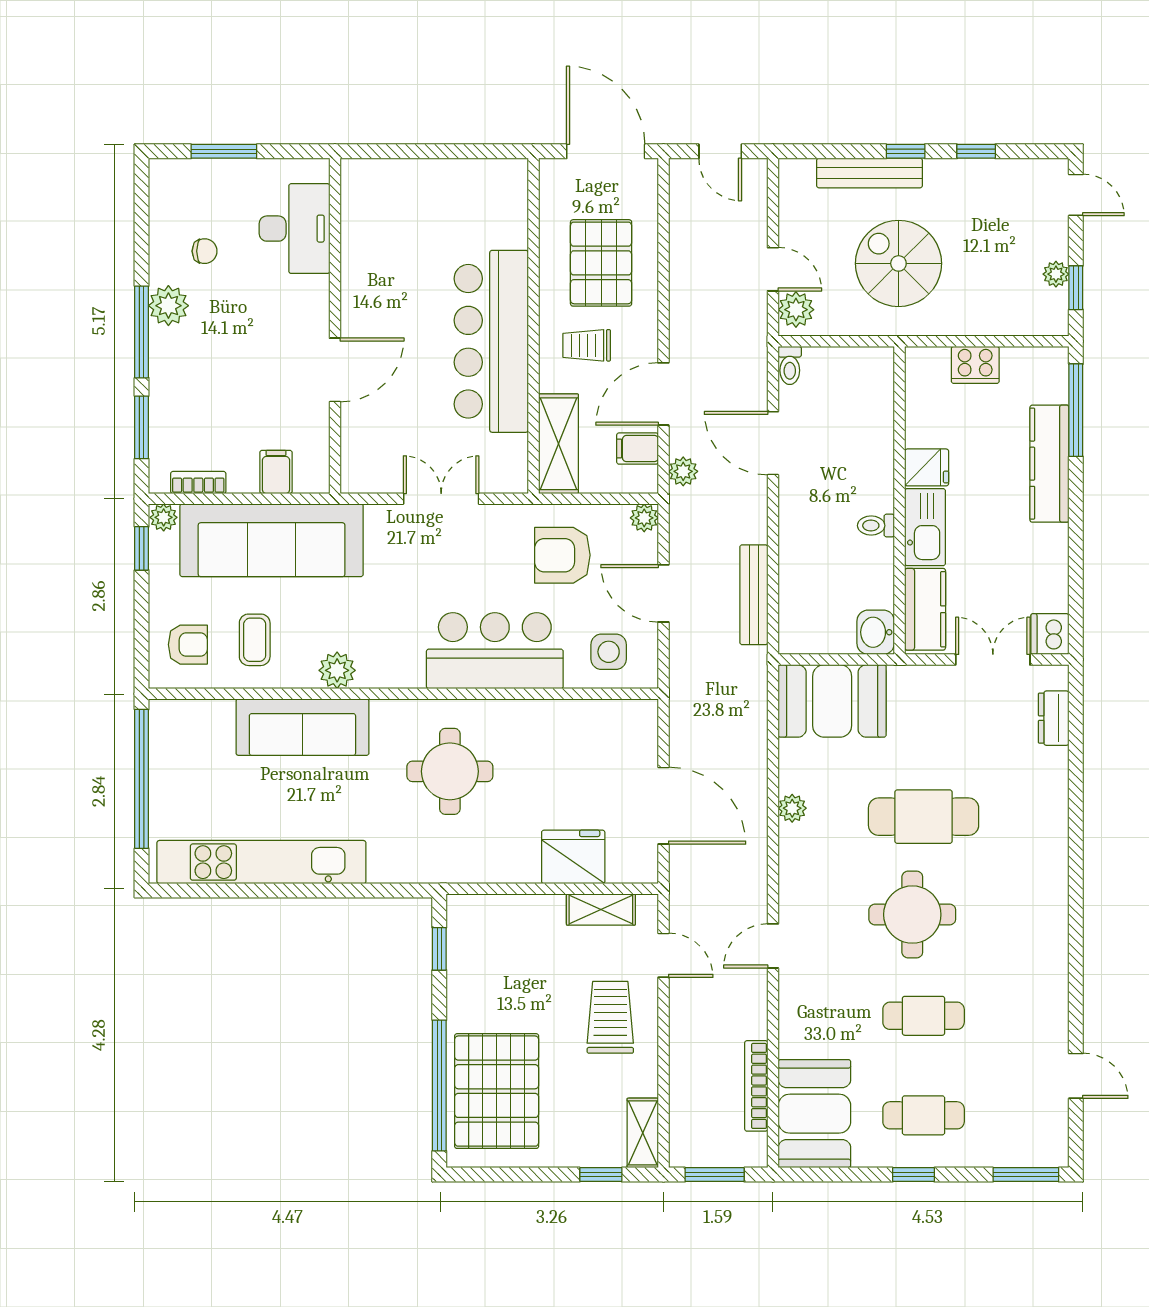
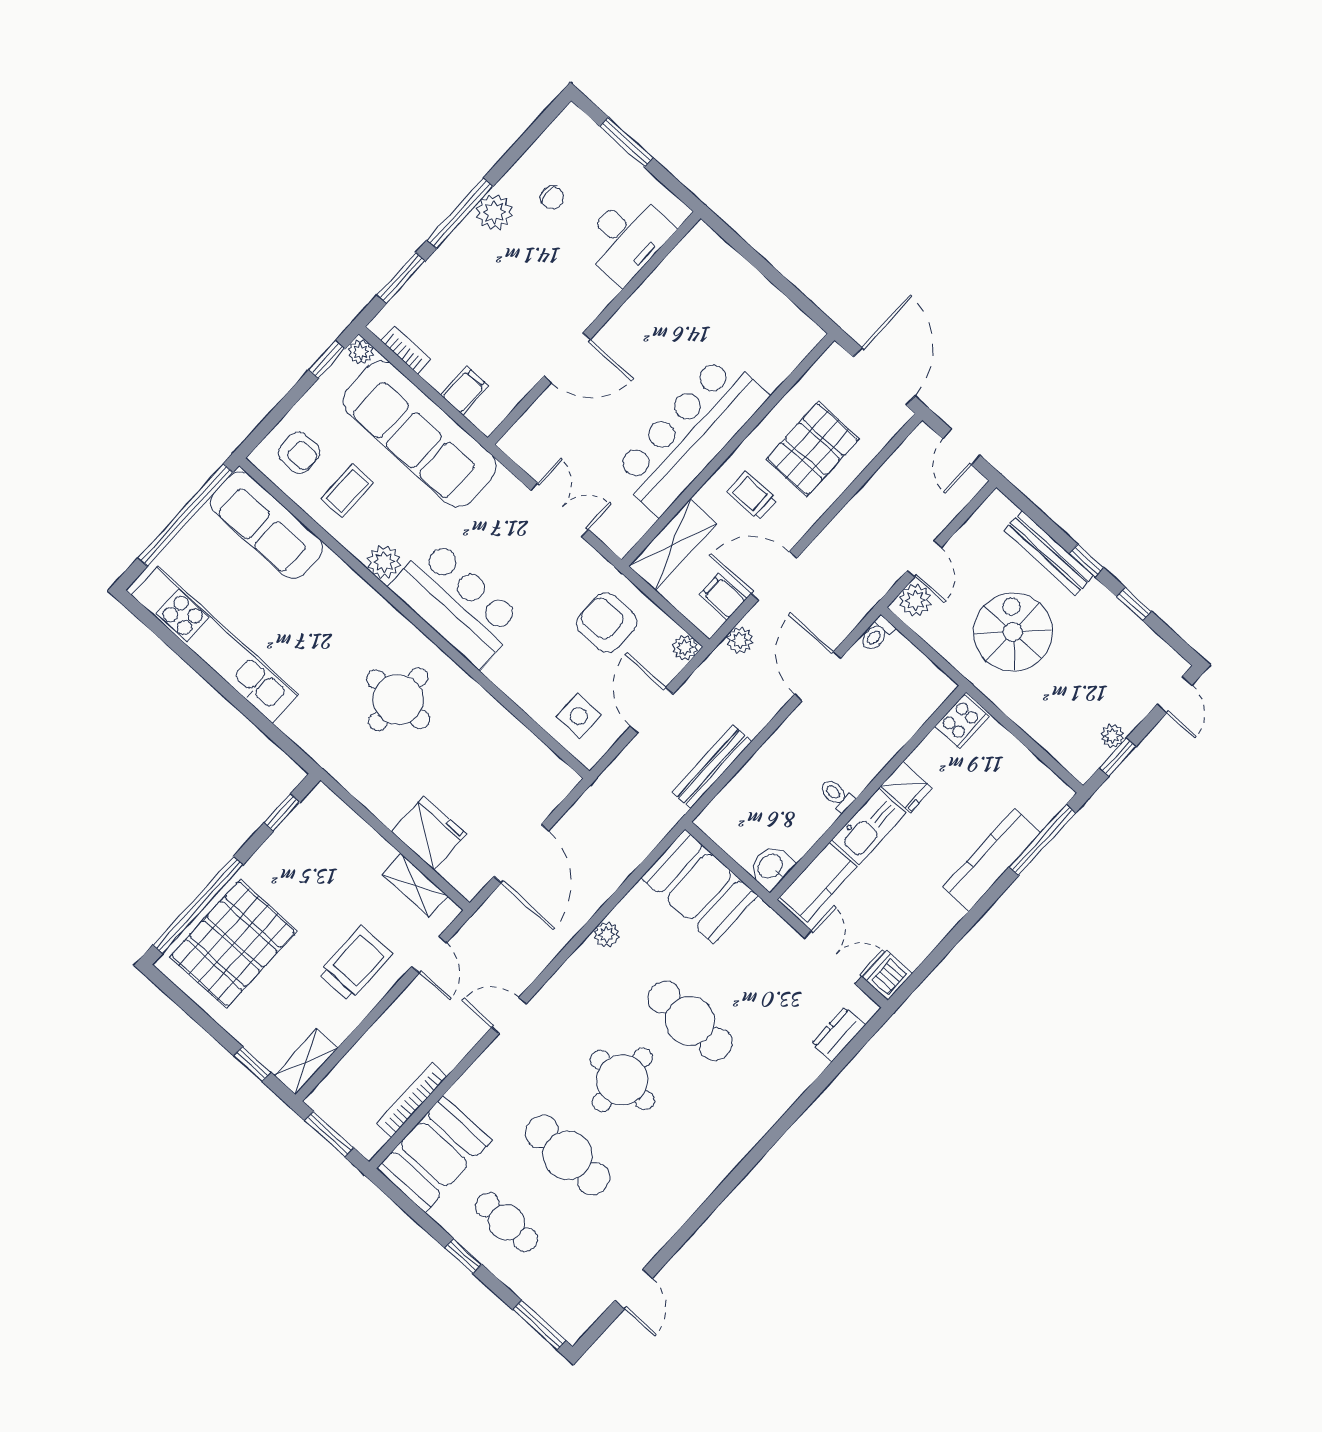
cooker: (975, 365) -> (962, 722), moved, turned -90
bar counter: (495, 651) -> (456, 603), moved
sofa: (302, 727) -> (267, 525), moved
cafe table: (924, 1016) -> (568, 1155), width x1.37, depth x1.35

